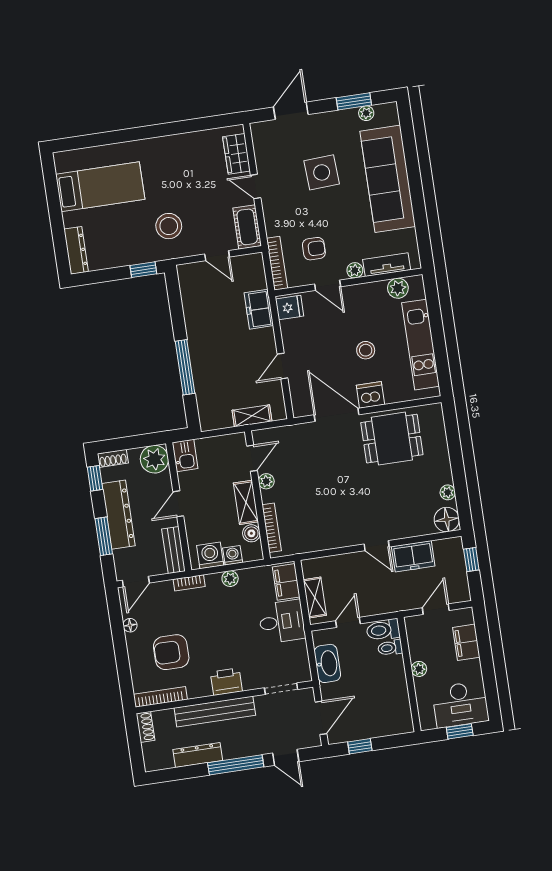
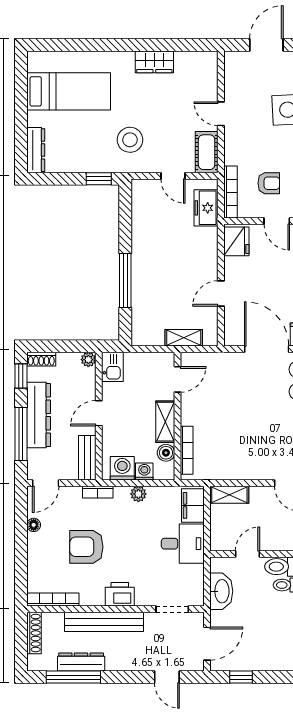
wardrobe: (236, 154) -> (154, 62), moved, turned -90
fridge: (290, 308) -> (236, 241), width x1.38
freezer: (259, 309) -> (206, 208), moved
plant: (154, 459) -> (88, 360), width x0.53, depth x0.53
plant: (266, 481) -> (188, 404), removed
window: (104, 536) -> (21, 434), width x1.44
shelving: (315, 597) -> (229, 495), moved, turned 90
armchair: (171, 652) -> (86, 547), moved
shoe rack: (145, 727) -> (34, 633), width x1.43
window: (236, 765) -> (73, 677), moved

